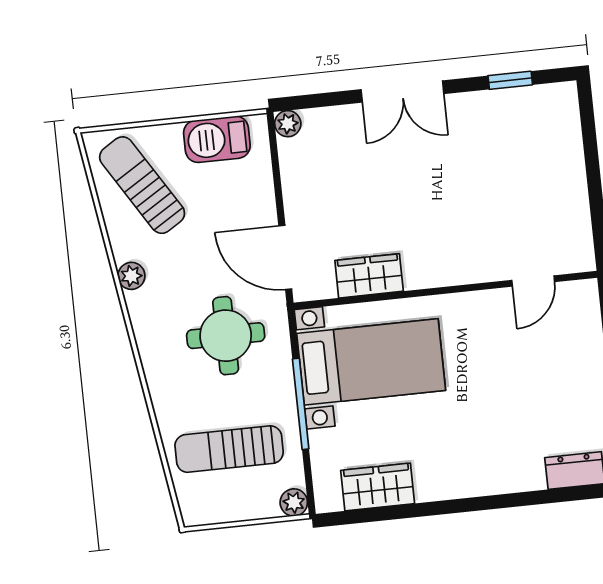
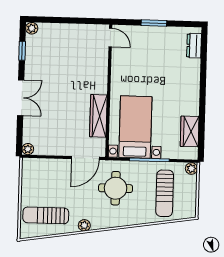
plant: (564, 95) -> (32, 28), added
barbecue: (217, 139) -> (30, 181), removed
sun lounger: (142, 185) -> (46, 215), turned 32
wardrobe: (369, 276) -> (98, 116), width x1.50
door: (533, 281) -> (110, 37), moved

